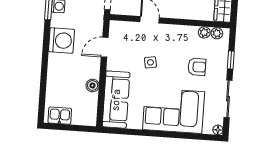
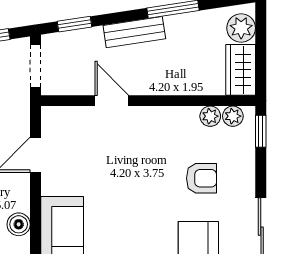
window: (231, 60) -> (261, 131), moved
side table: (150, 62) -> (119, 176), removed

